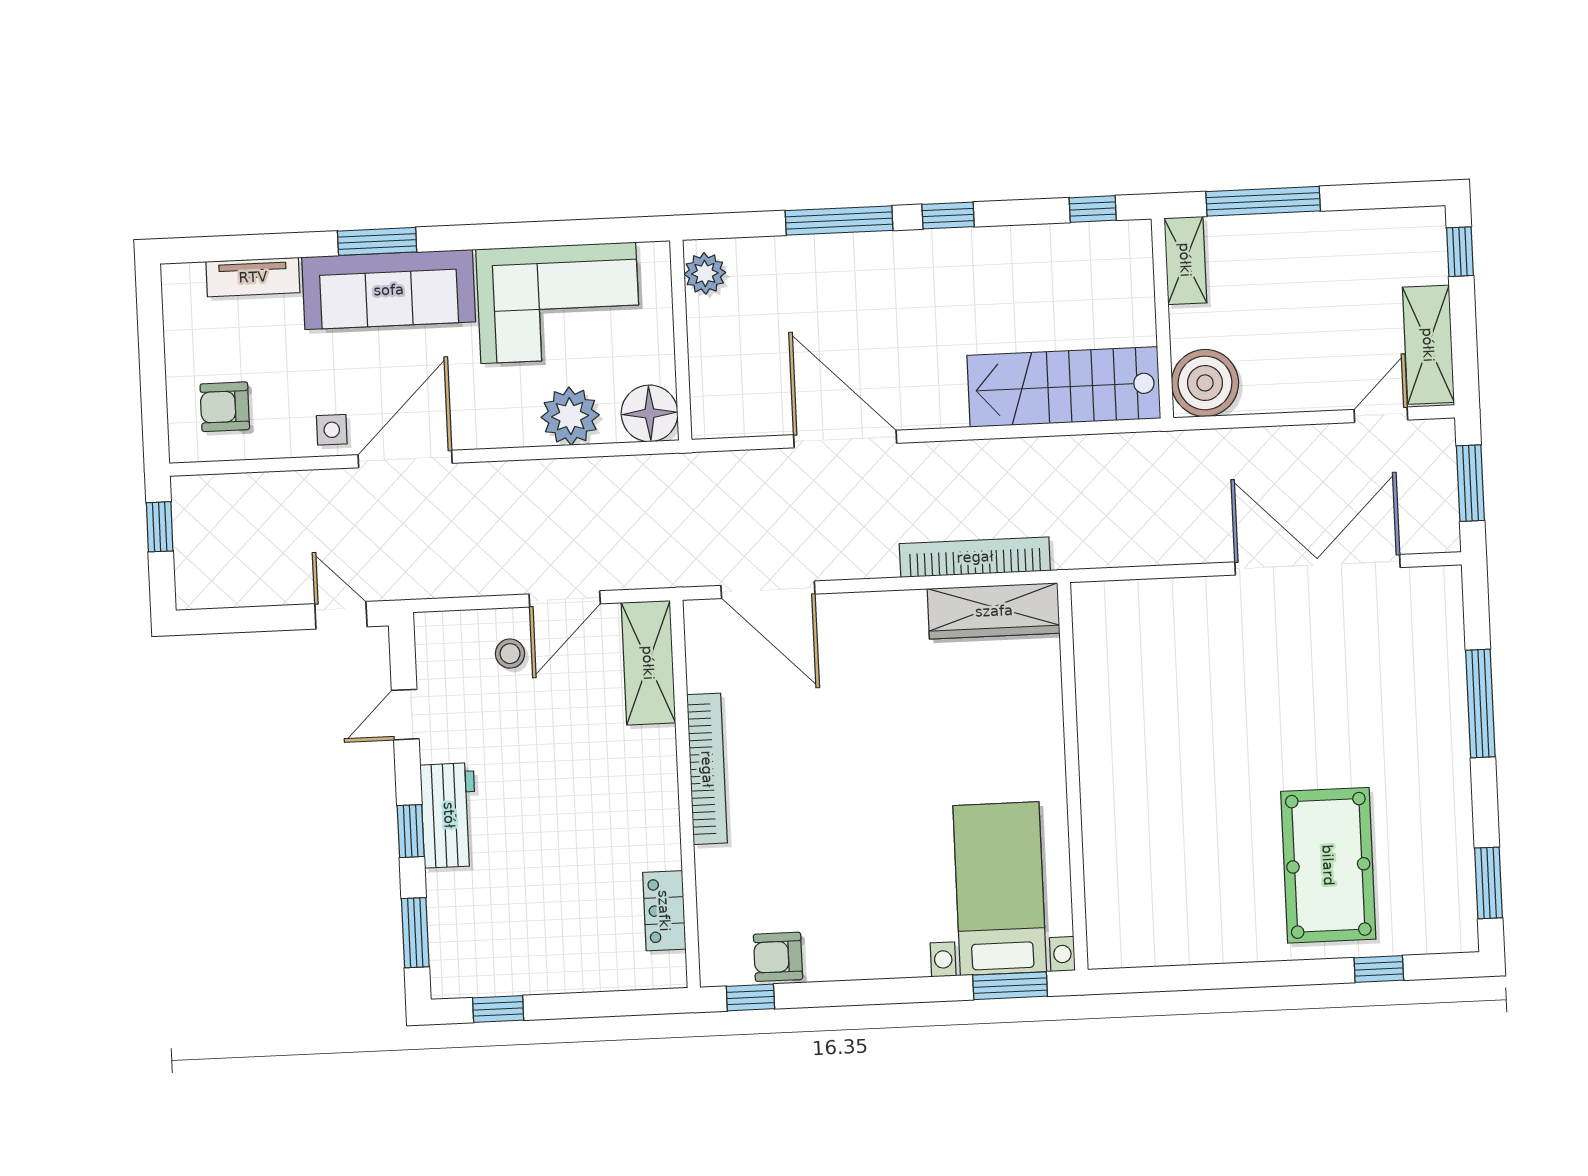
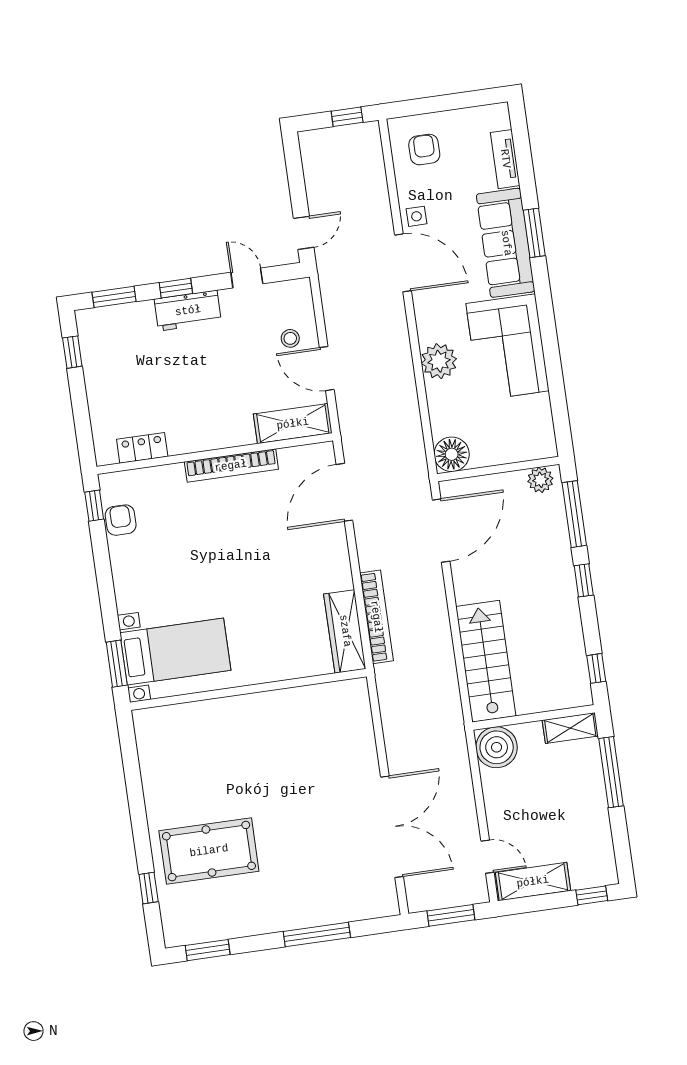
plant: (705, 273) -> (540, 480), moved
wall: (681, 340) -> (498, 469), moved
floor lamp: (650, 413) -> (452, 454), moved

